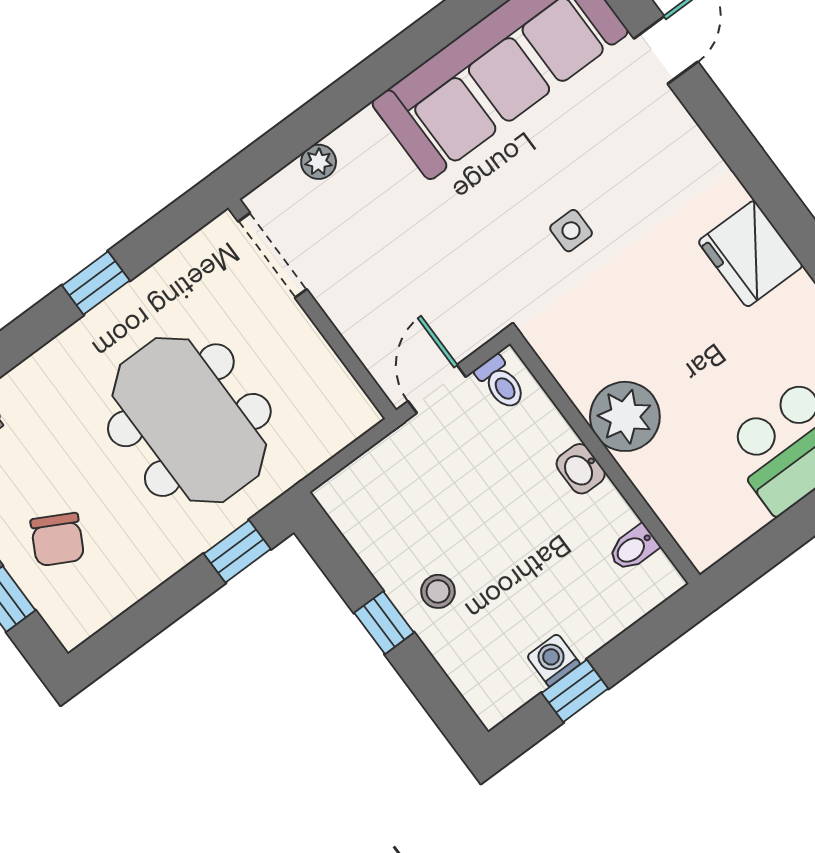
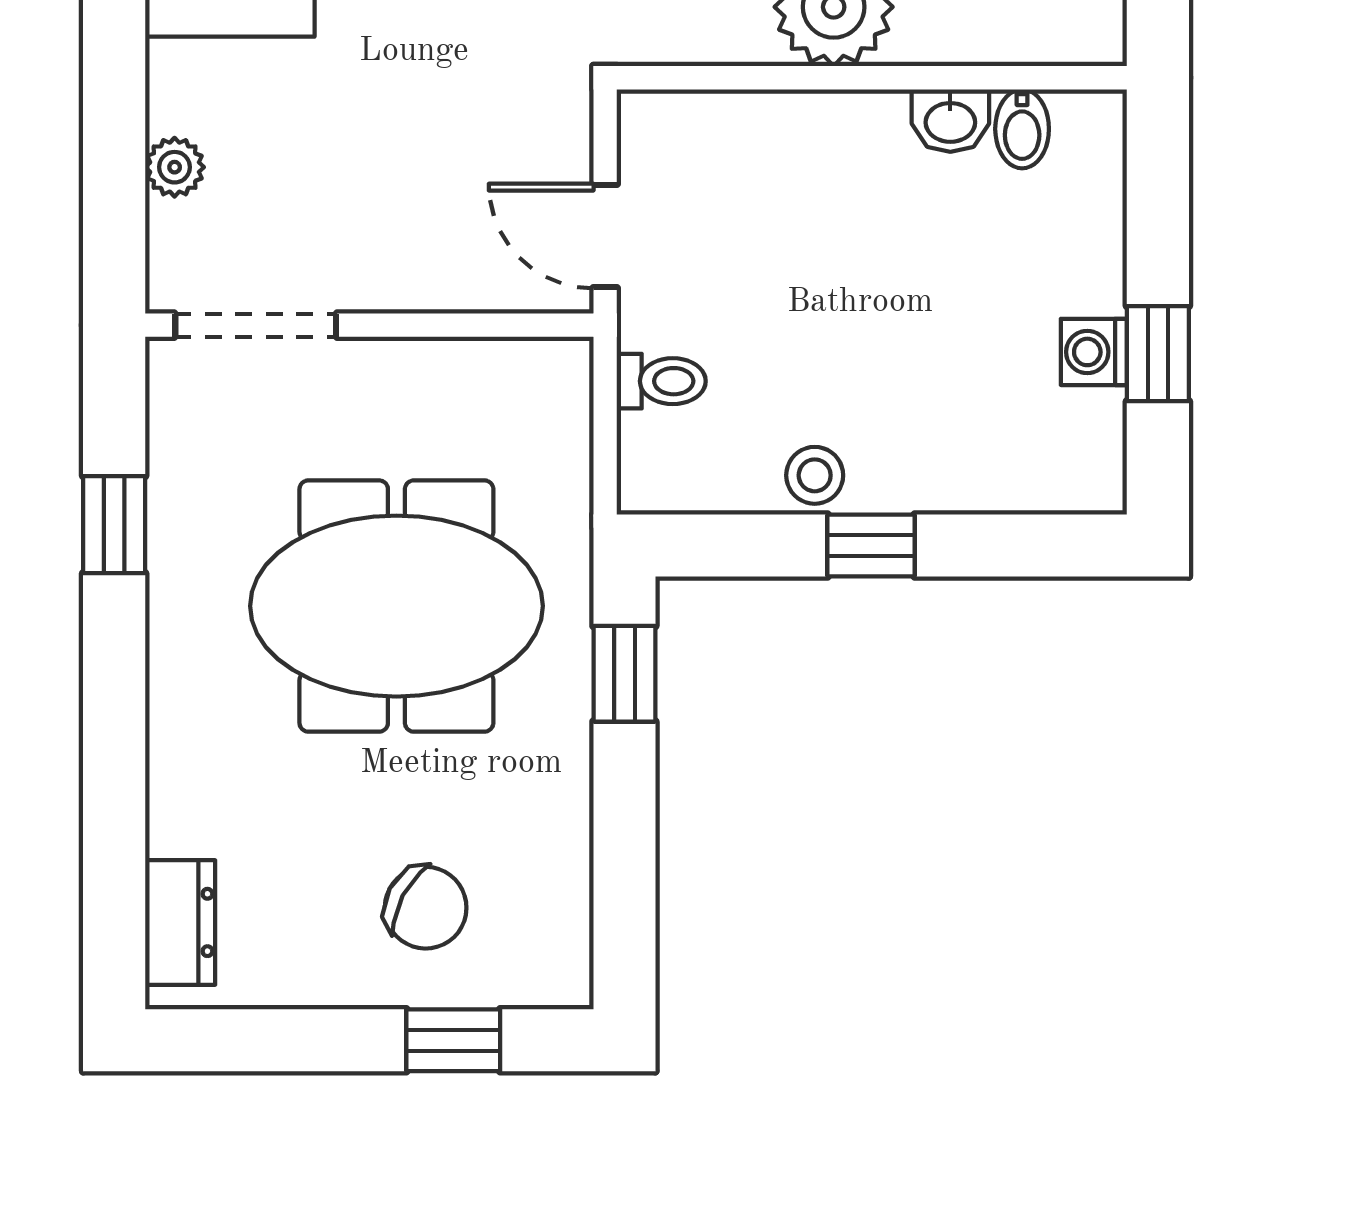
window: (96, 283) -> (114, 525), moved
toilet: (501, 383) -> (661, 381), moved
washbasin: (581, 469) -> (950, 121), moved
stool: (438, 591) -> (815, 475), moved

